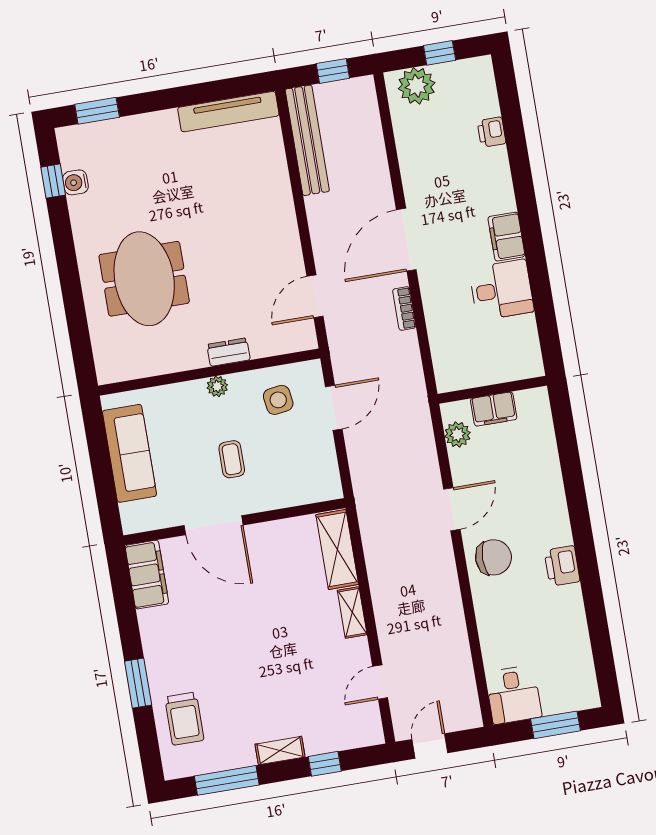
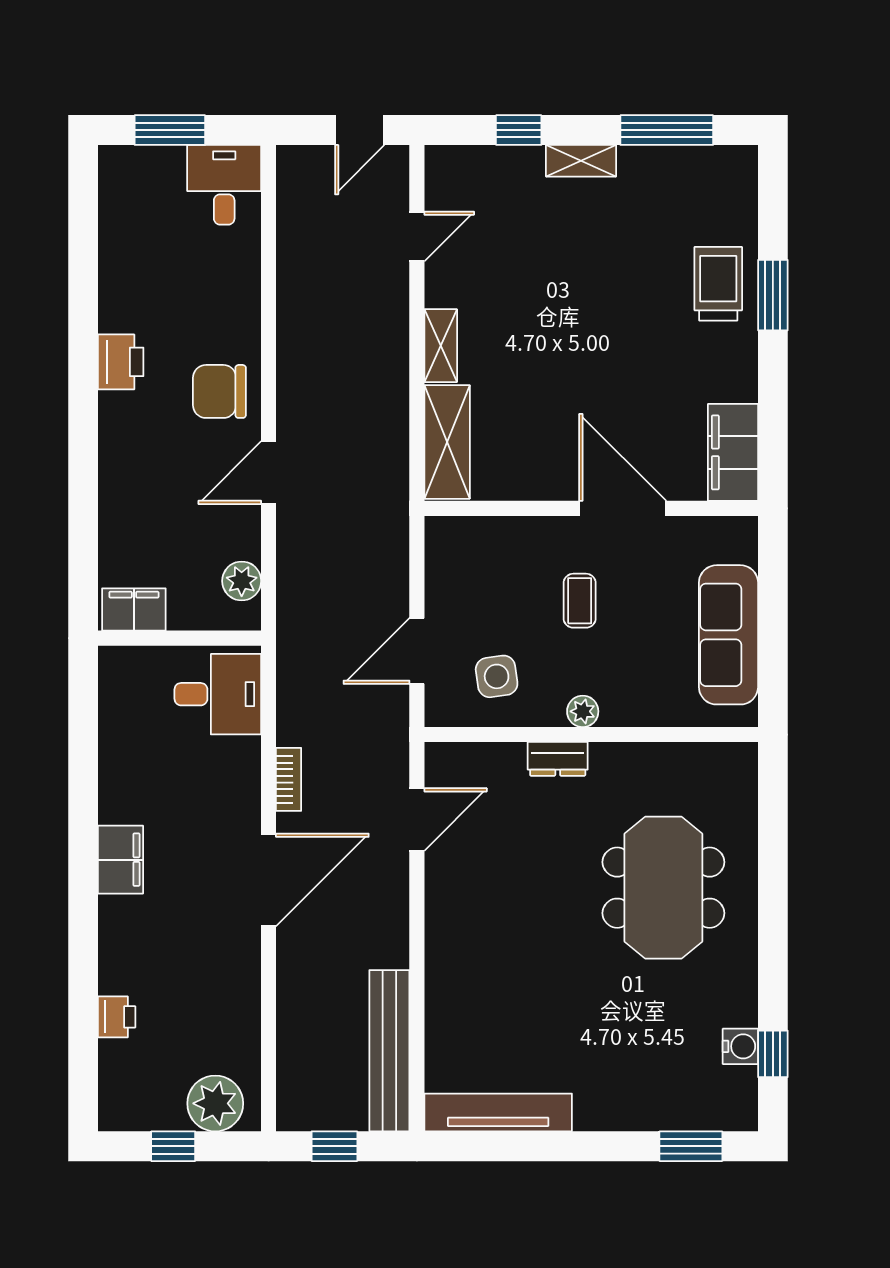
desk: (501, 290) -> (218, 694), moved, turned 180
filing cabinet: (494, 409) -> (134, 609), moved
trolley: (184, 719) -> (718, 284), moved

